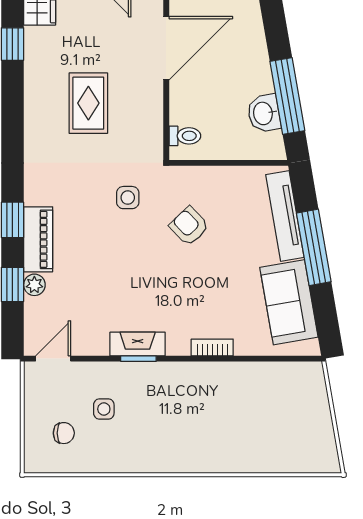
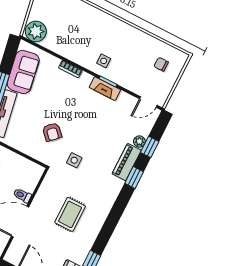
toilet: (185, 136) -> (22, 195), moved
plant: (302, 381) -> (36, 31), added
side table: (104, 409) -> (104, 61), moved

